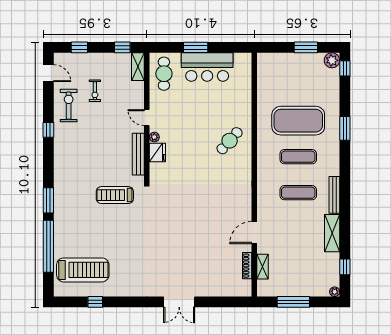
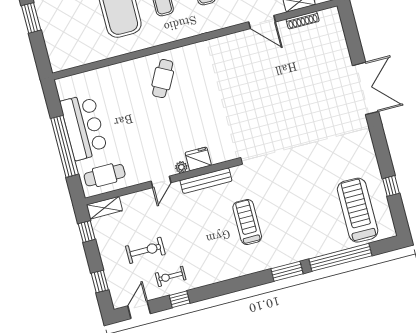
window: (196, 47) -> (65, 146), width x2.11
exercise bike: (95, 91) -> (145, 250), width x1.38, depth x1.39
exercise bike: (69, 106) -> (171, 276), width x0.73, depth x0.72
window: (48, 130) -> (180, 299), moved
cafe table: (230, 141) -> (163, 79), turned 76
treadmill: (115, 195) -> (247, 222), moved, turned 180
double door: (179, 302) -> (366, 88), width x1.37

